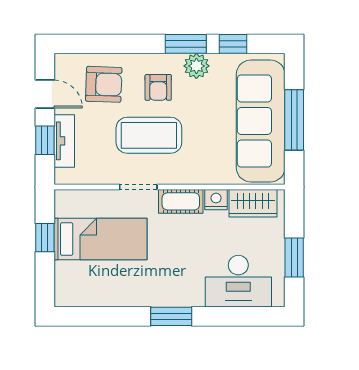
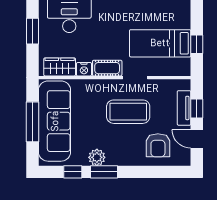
armchair: (104, 84) -> (158, 145), turned -92
armchair: (158, 87) -> (122, 143), removed

